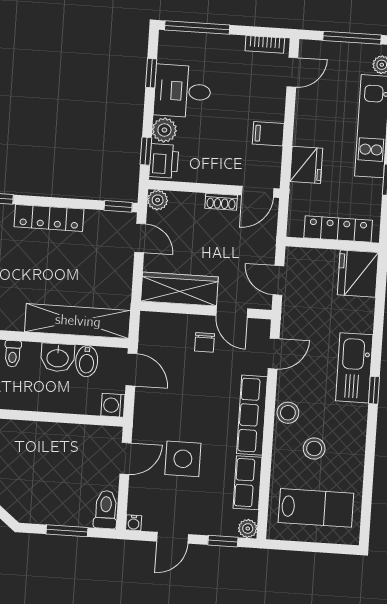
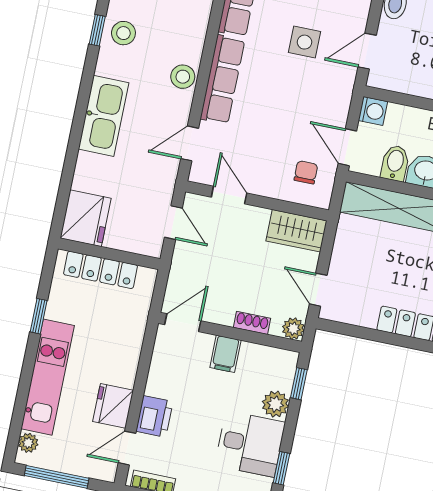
filing cabinet: (268, 134) -> (225, 354), moved, turned 90
printer: (164, 161) -> (154, 416), moved, turned 180
fridge: (306, 165) -> (113, 406), moved
shoe rack: (221, 202) -> (252, 323), moved
window: (118, 206) -> (337, 328), removed
wardrobe: (179, 289) -> (296, 231), width x0.67
chair: (205, 342) -> (306, 172), moved
window: (374, 390) -> (97, 30), moved
stool: (314, 448) -> (123, 33), moved
side table: (183, 459) -> (304, 42), width x0.73, depth x0.73

